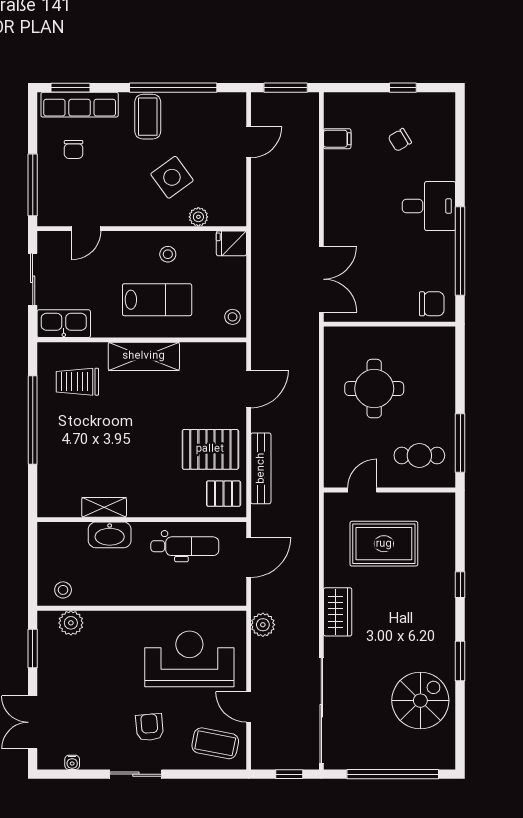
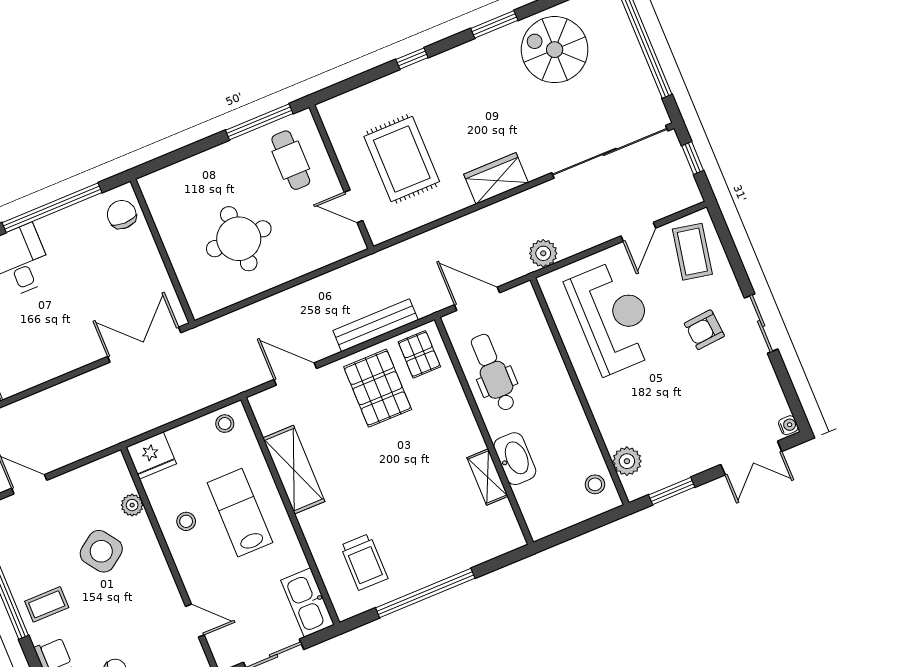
coffee table: (148, 117) -> (47, 604), width x0.73, depth x0.77
fridge: (231, 243) -> (151, 455), width x1.38
shelving: (144, 356) -> (294, 470), moved
reception desk: (189, 659) -> (613, 317), turned 180
water cooler: (72, 762) -> (788, 425), moved

